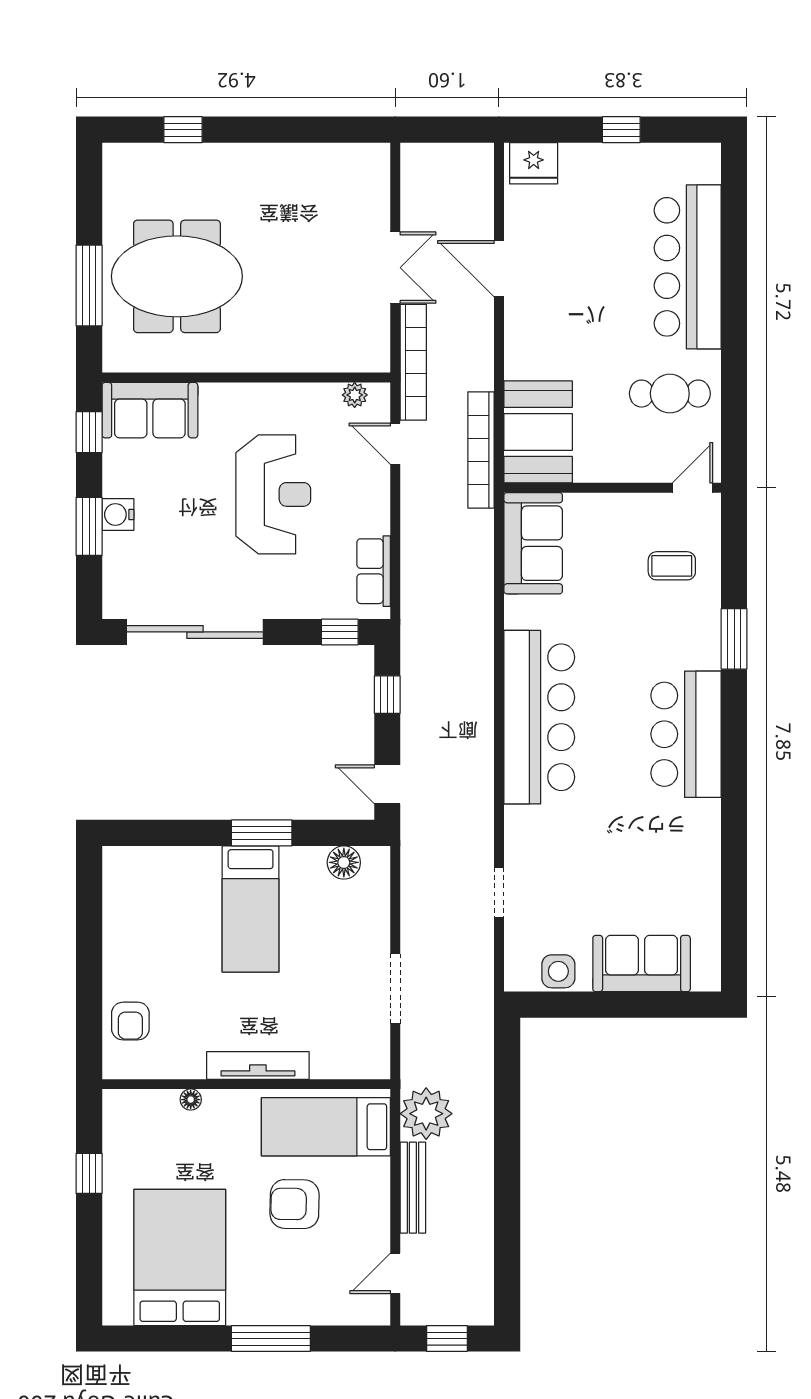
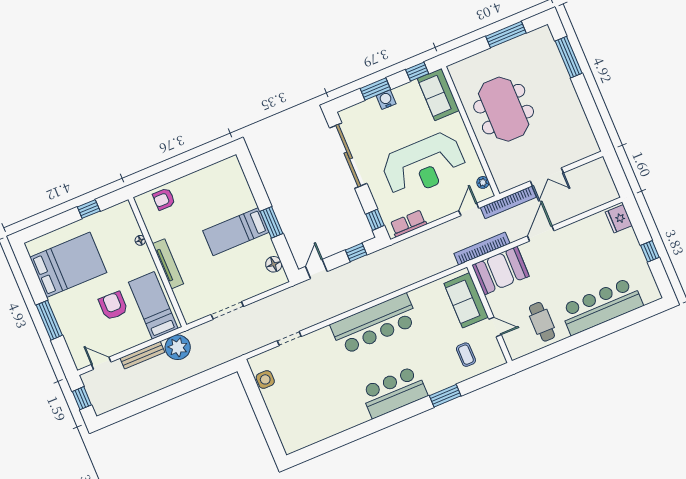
window: (183, 130) -> (569, 57), width x2.17
door: (499, 269) -> (541, 233), moved
meeting table: (177, 276) -> (504, 109), moved
window: (89, 286) -> (506, 35), moved
door: (693, 488) -> (495, 327), moved
reception desk: (273, 494) -> (424, 165), width x1.36, depth x1.30
sofa: (533, 543) -> (466, 300), moved, turned 90
sofa: (642, 964) -> (284, 415), removed

